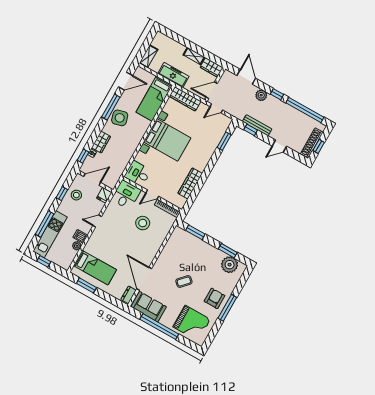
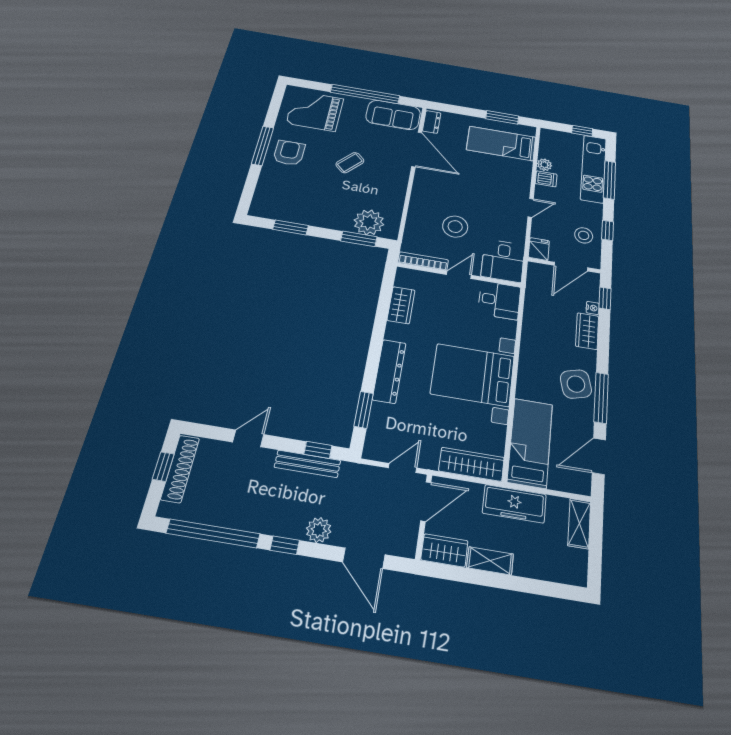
dresser: (206, 156) -> (389, 371), added
wardrobe: (190, 183) -> (401, 305), width x0.67
plant: (230, 265) -> (369, 222), moved
armchair: (215, 298) -> (289, 153), turned 180

